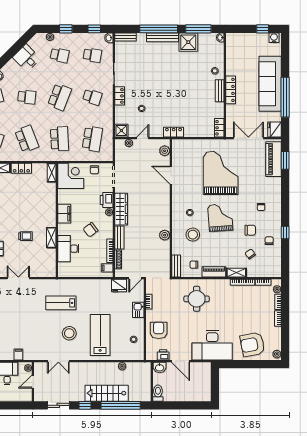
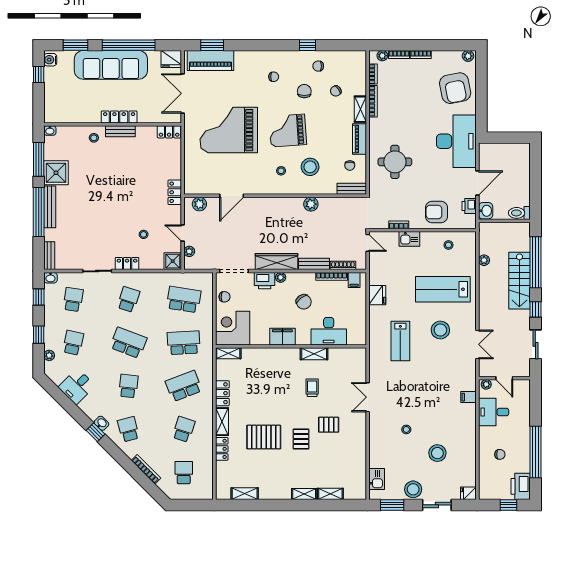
window: (285, 57) -> (75, 45), added
fridge: (119, 285) -> (377, 295), moved

